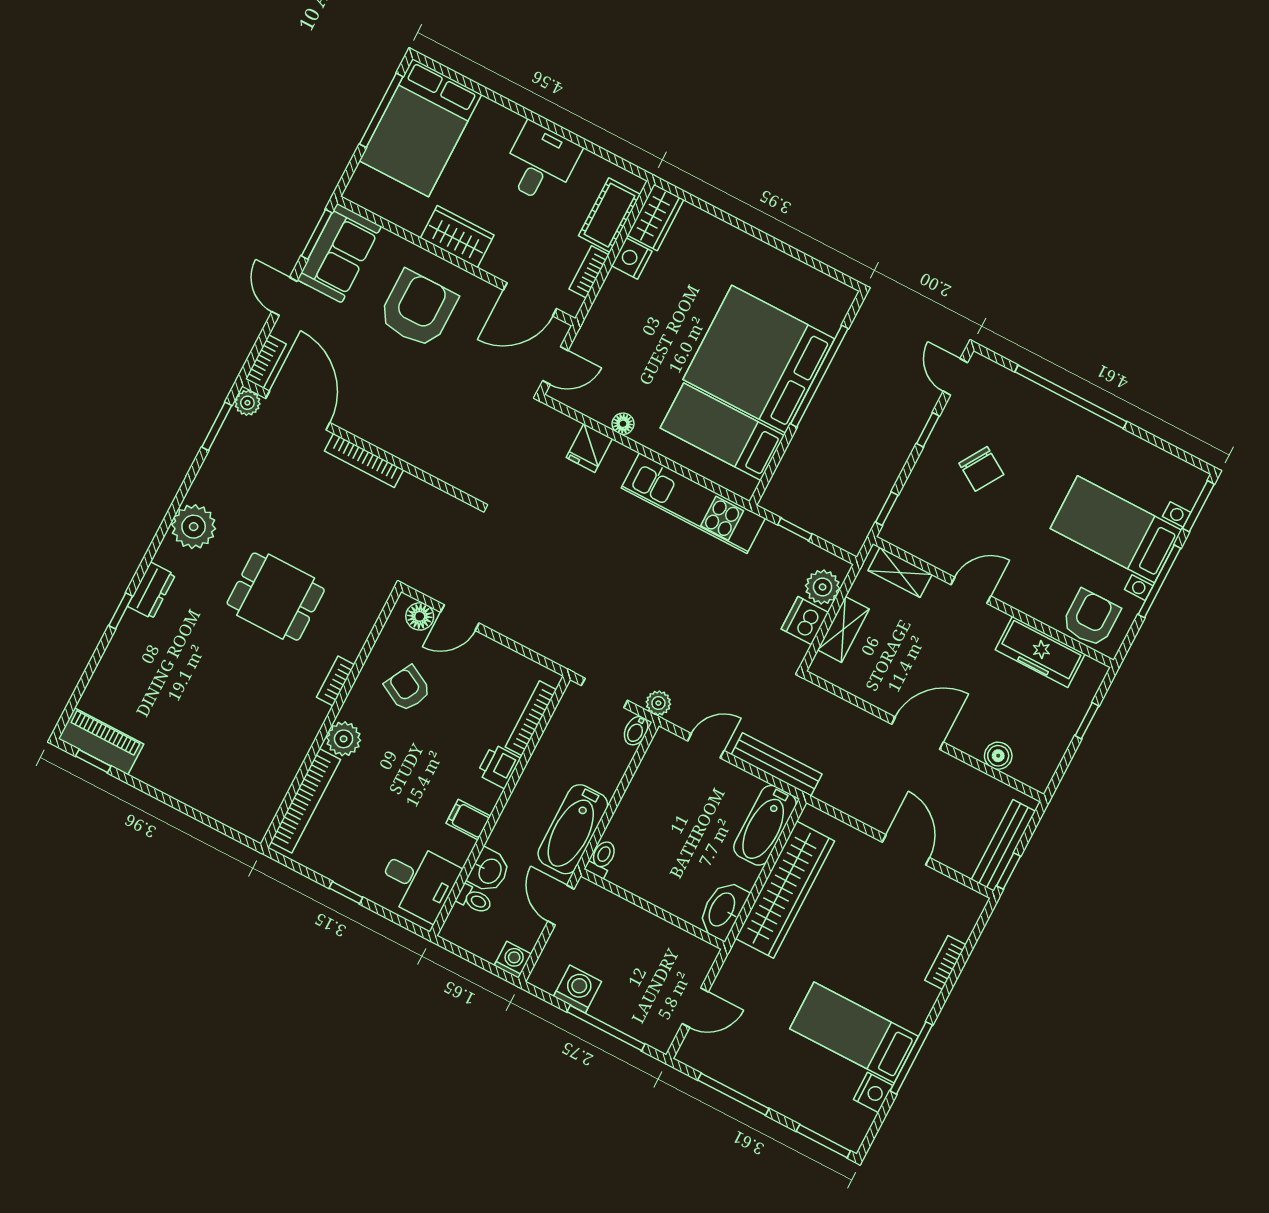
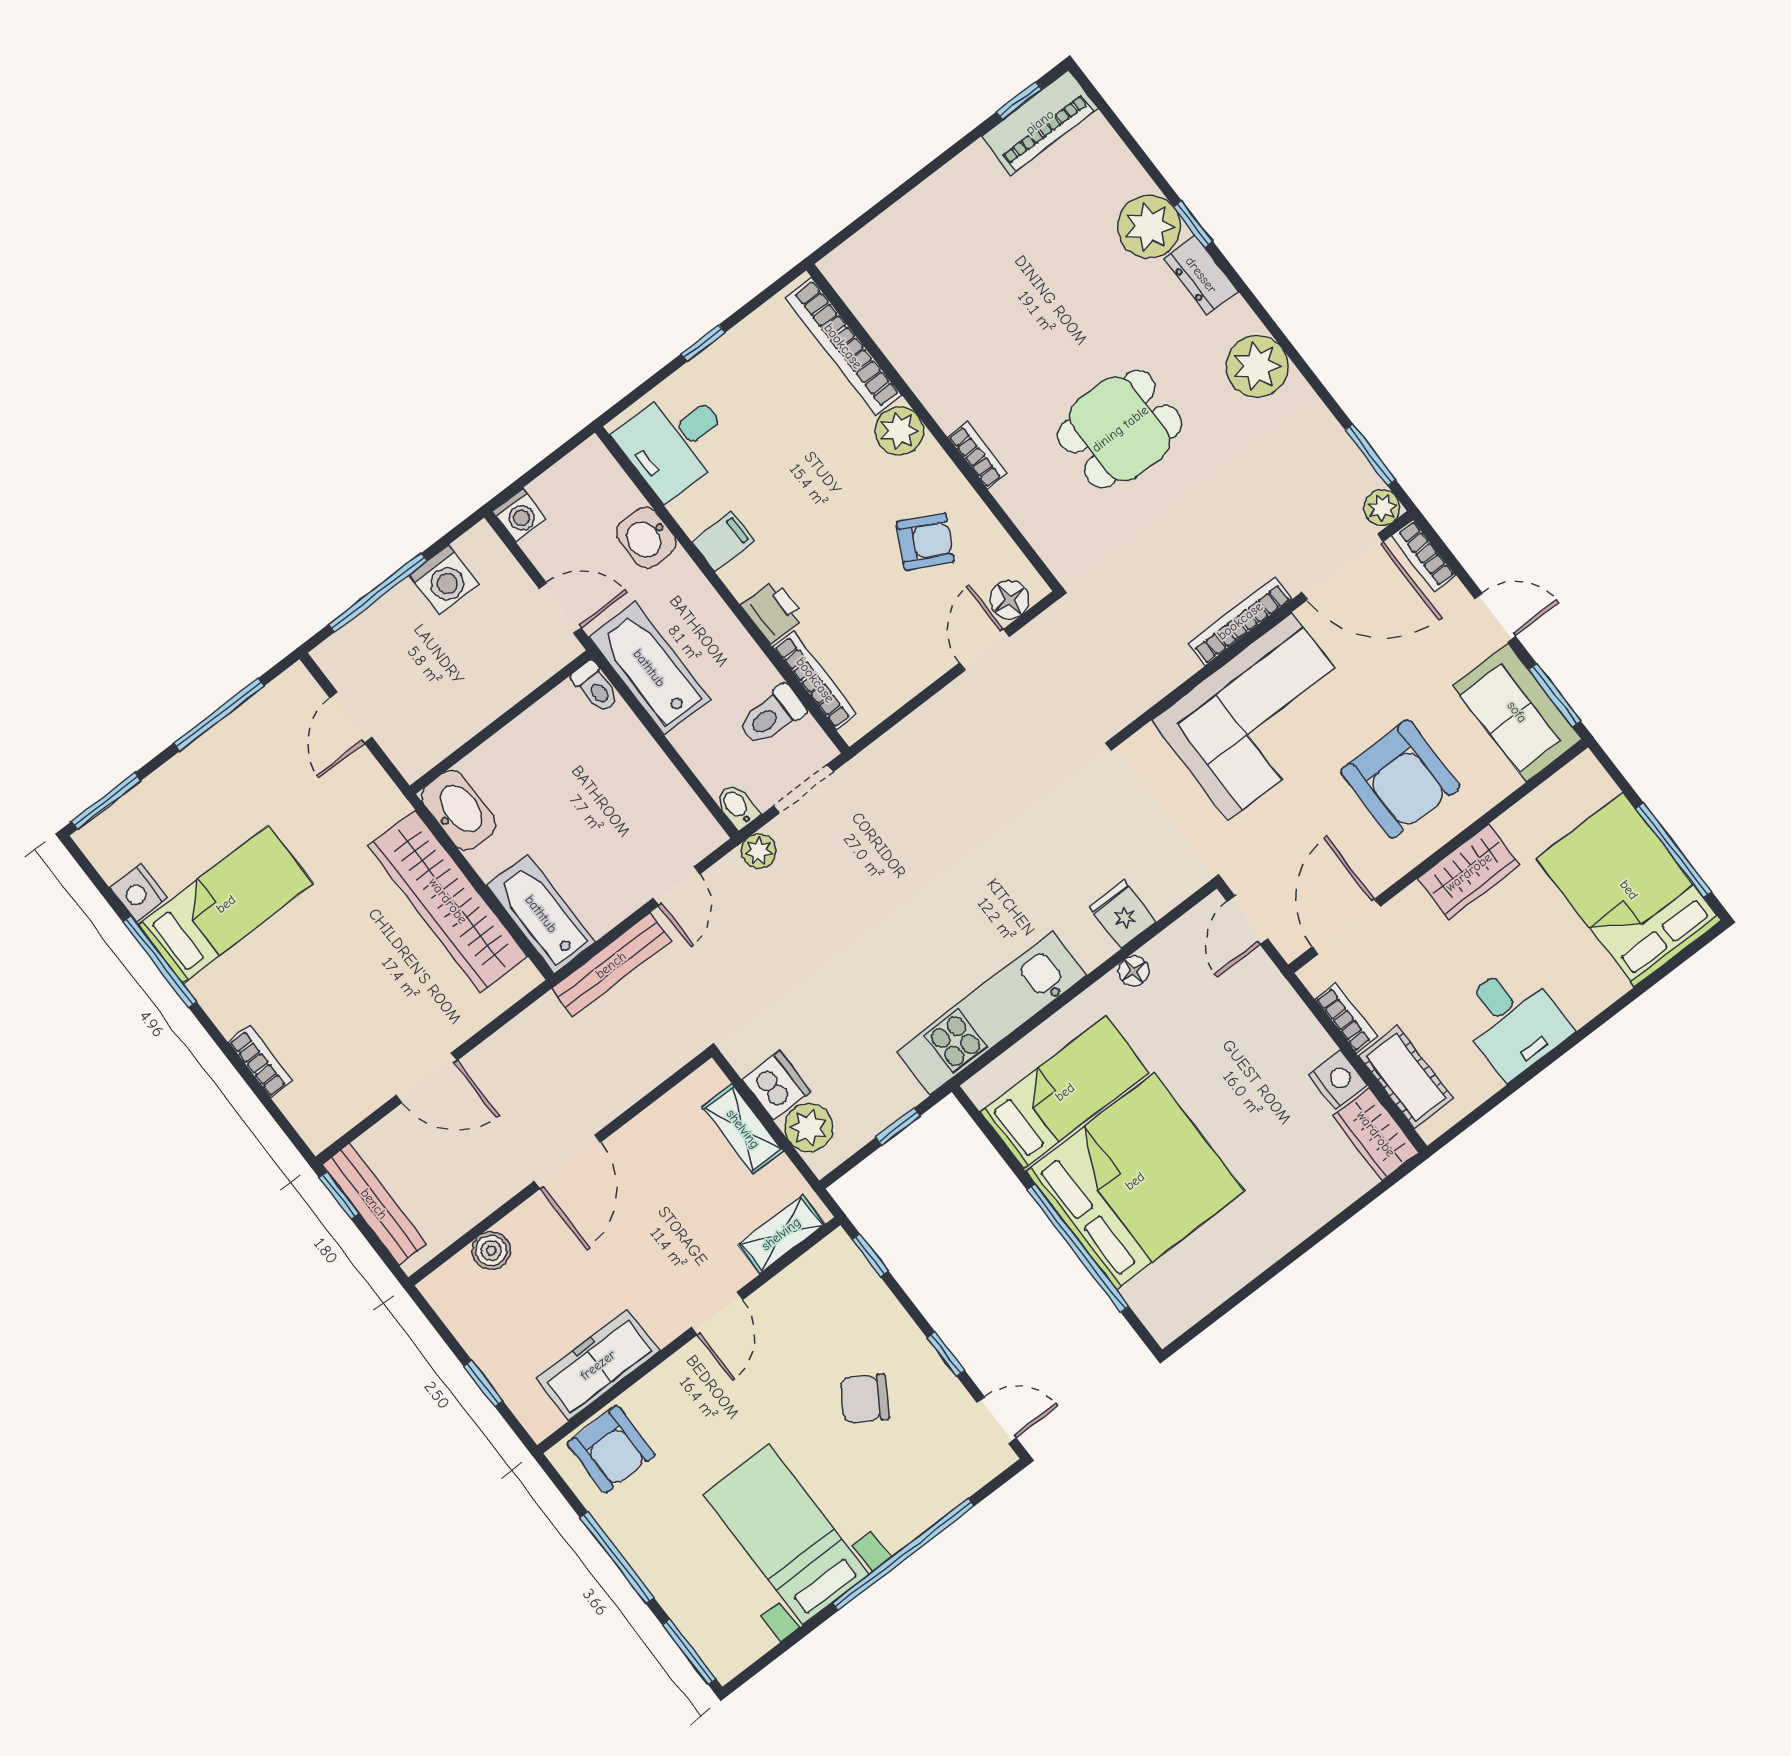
corner sofa: (420, 419) -> (1260, 717), added
bed with nightstands: (1116, 529) -> (786, 1535), moved, turned -90
plant: (136, 639) -> (1149, 227), added
toilet: (474, 899) -> (772, 716), moved, width x1.37, depth x1.39

